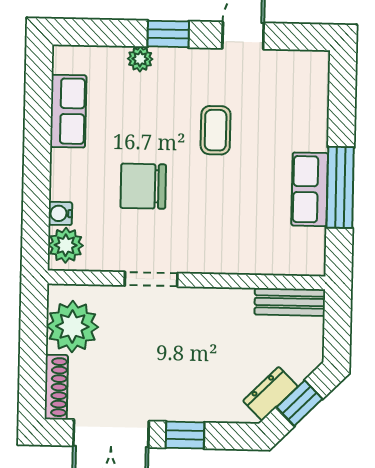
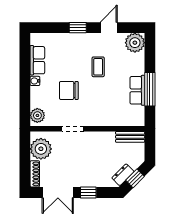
plant: (140, 59) -> (135, 43), moved, width x1.88, depth x1.88
water cooler: (60, 213) -> (35, 81), moved

